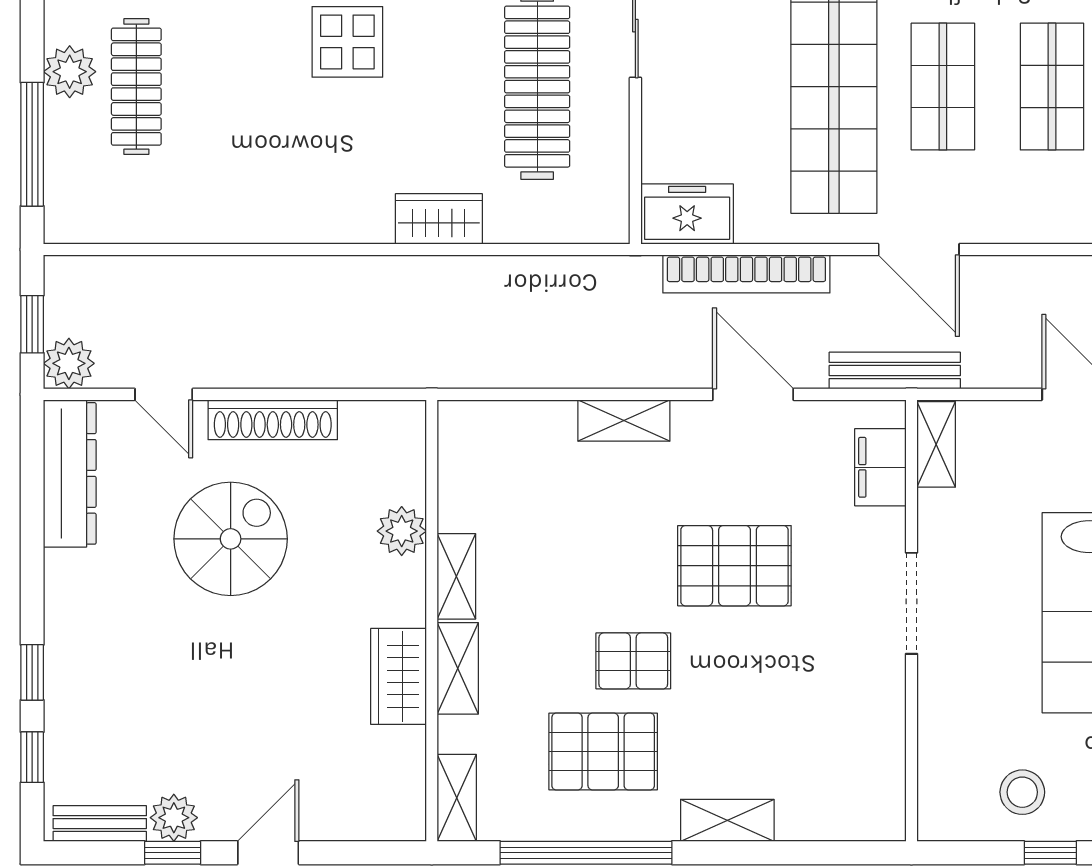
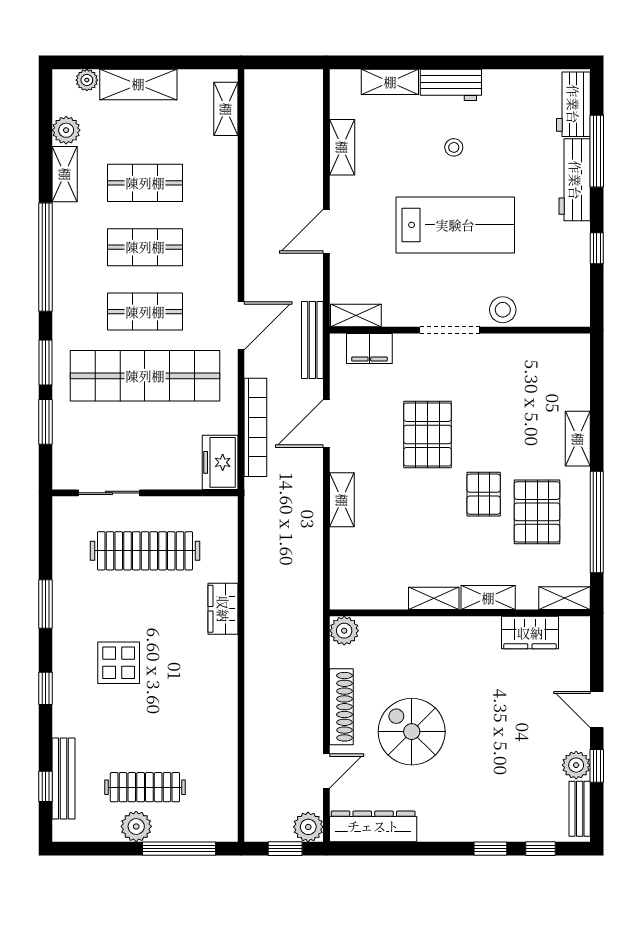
plant: (402, 531) -> (344, 631), moved
wardrobe: (398, 676) -> (530, 633), moved
stool: (1022, 792) -> (503, 310), moved

